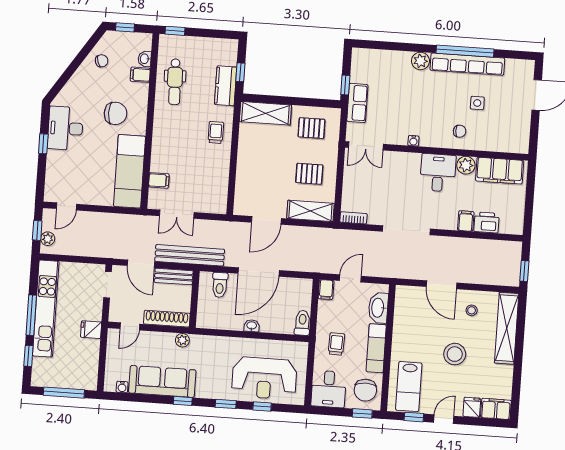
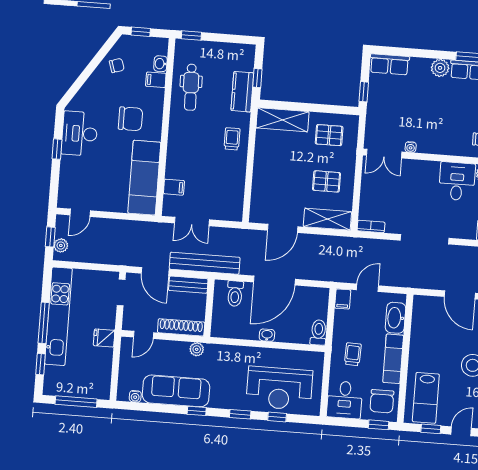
row of seats: (357, 103) -> (389, 64), moved, turned 90
water cooler: (413, 141) -> (411, 147), moved

